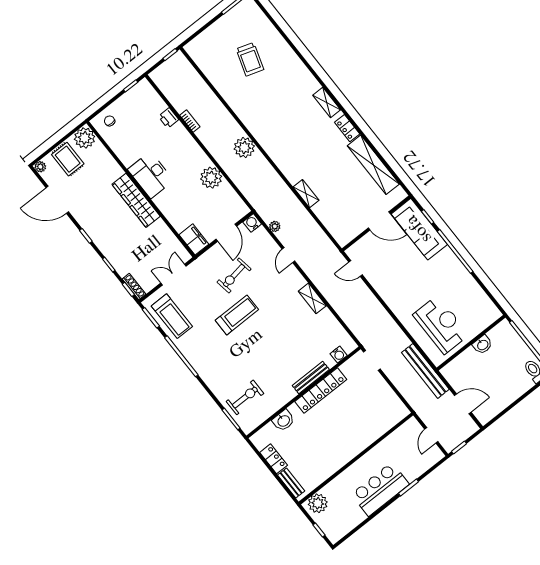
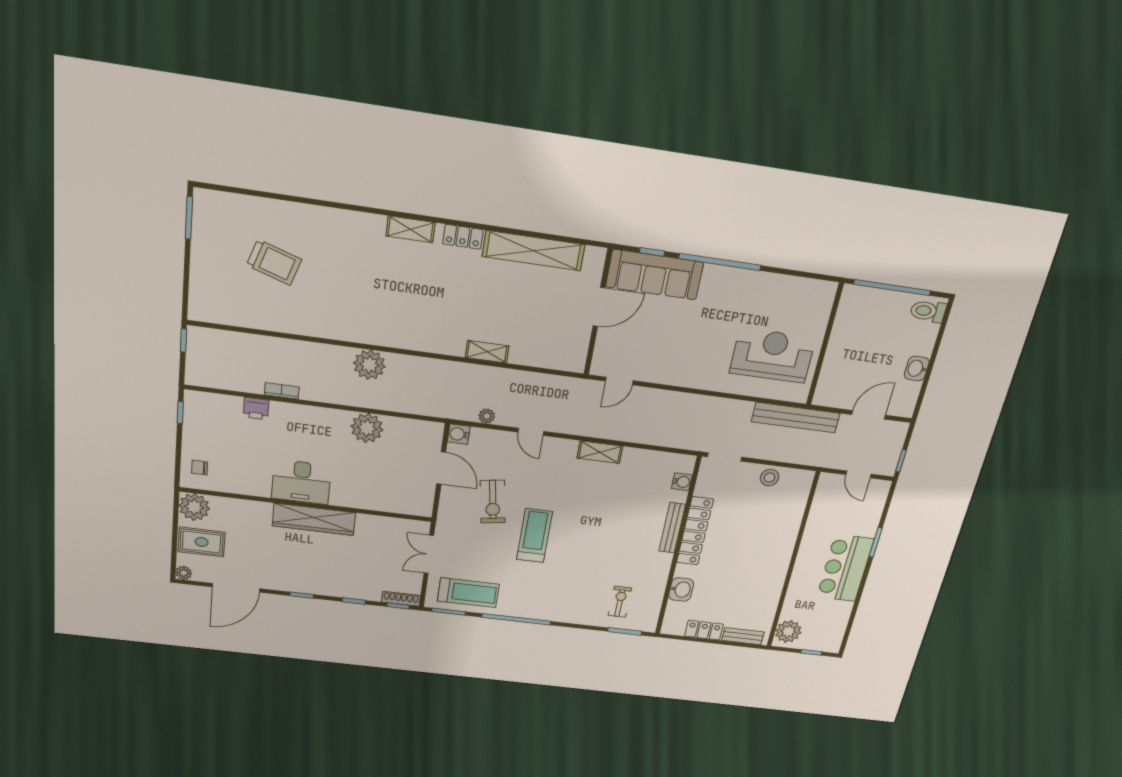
filing cabinet: (194, 239) -> (414, 504), removed
washbasin: (483, 345) -> (917, 368), moved, turned 180
stool: (385, 394) -> (770, 478), added
exercise bike: (245, 397) -> (620, 602), width x0.73, depth x0.72

